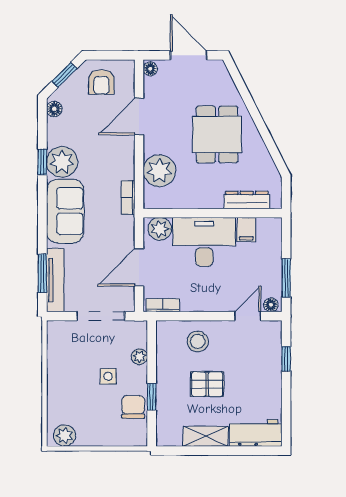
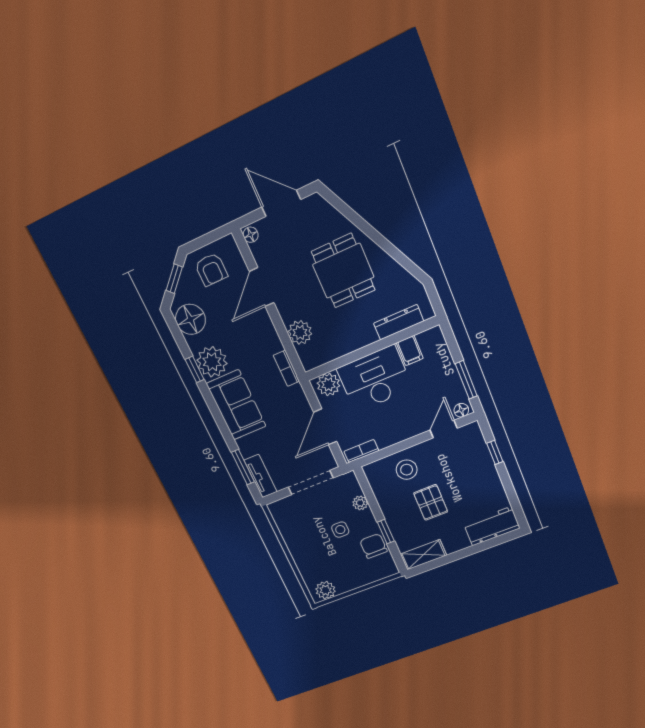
floor lamp: (54, 109) -> (190, 319), width x1.89, depth x1.89
plant: (159, 171) -> (300, 332), width x0.73, depth x0.73
tv unit: (55, 280) -> (261, 476), width x0.71
pallet: (207, 384) -> (431, 502), turned 90
shelving: (206, 436) -> (423, 555), moved

